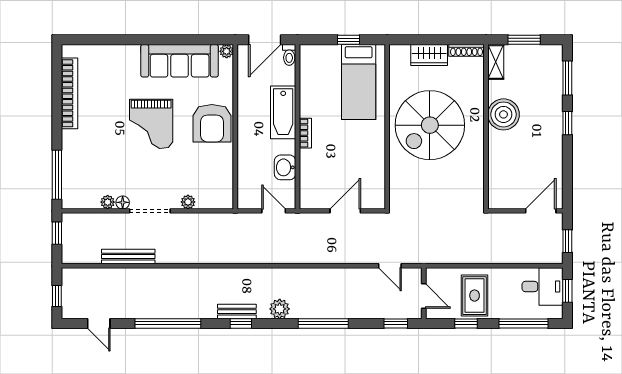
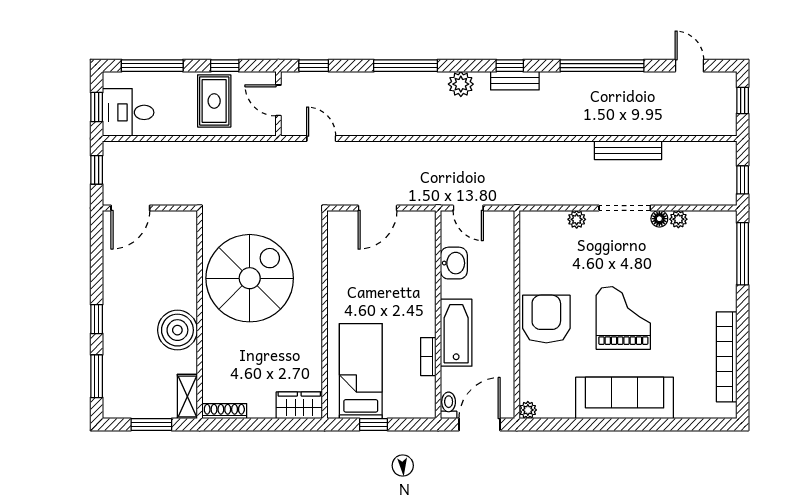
wardrobe: (429, 55) -> (299, 405), moved
sofa: (180, 61) -> (625, 398), moved
spiral stairs: (430, 125) -> (250, 278), moved
bookcase: (305, 133) -> (428, 357), moved
bench: (128, 257) -> (628, 150), moved

